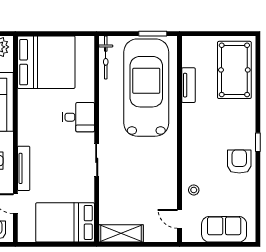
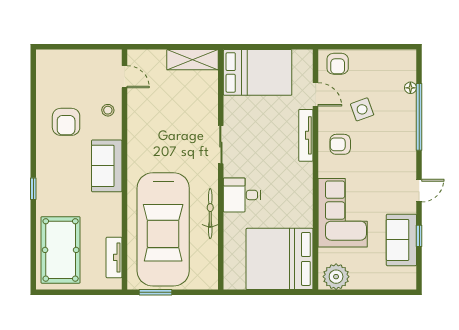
bicycle: (106, 57) -> (210, 214), moved
tv unit: (188, 85) -> (114, 257), moved
window: (258, 142) -> (33, 189), moved
armchair: (239, 162) -> (66, 122), moved
sofa: (224, 229) -> (107, 166), moved, turned 90

